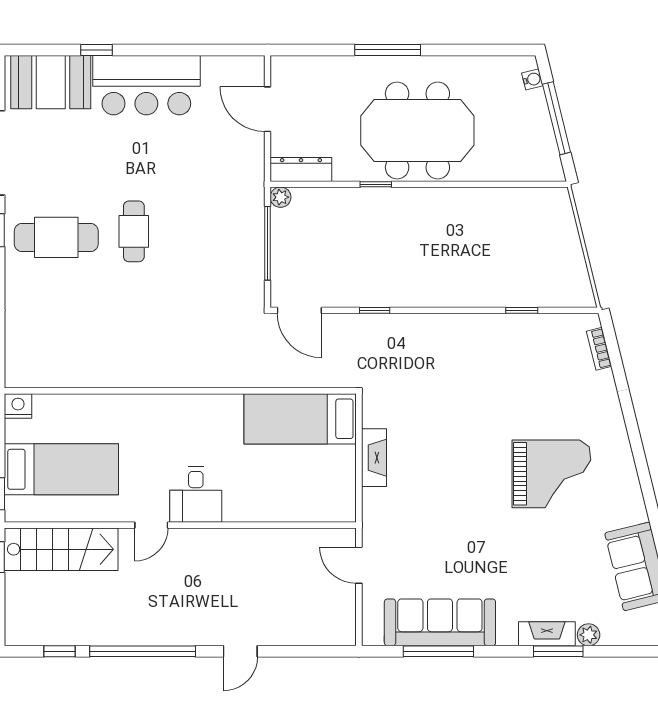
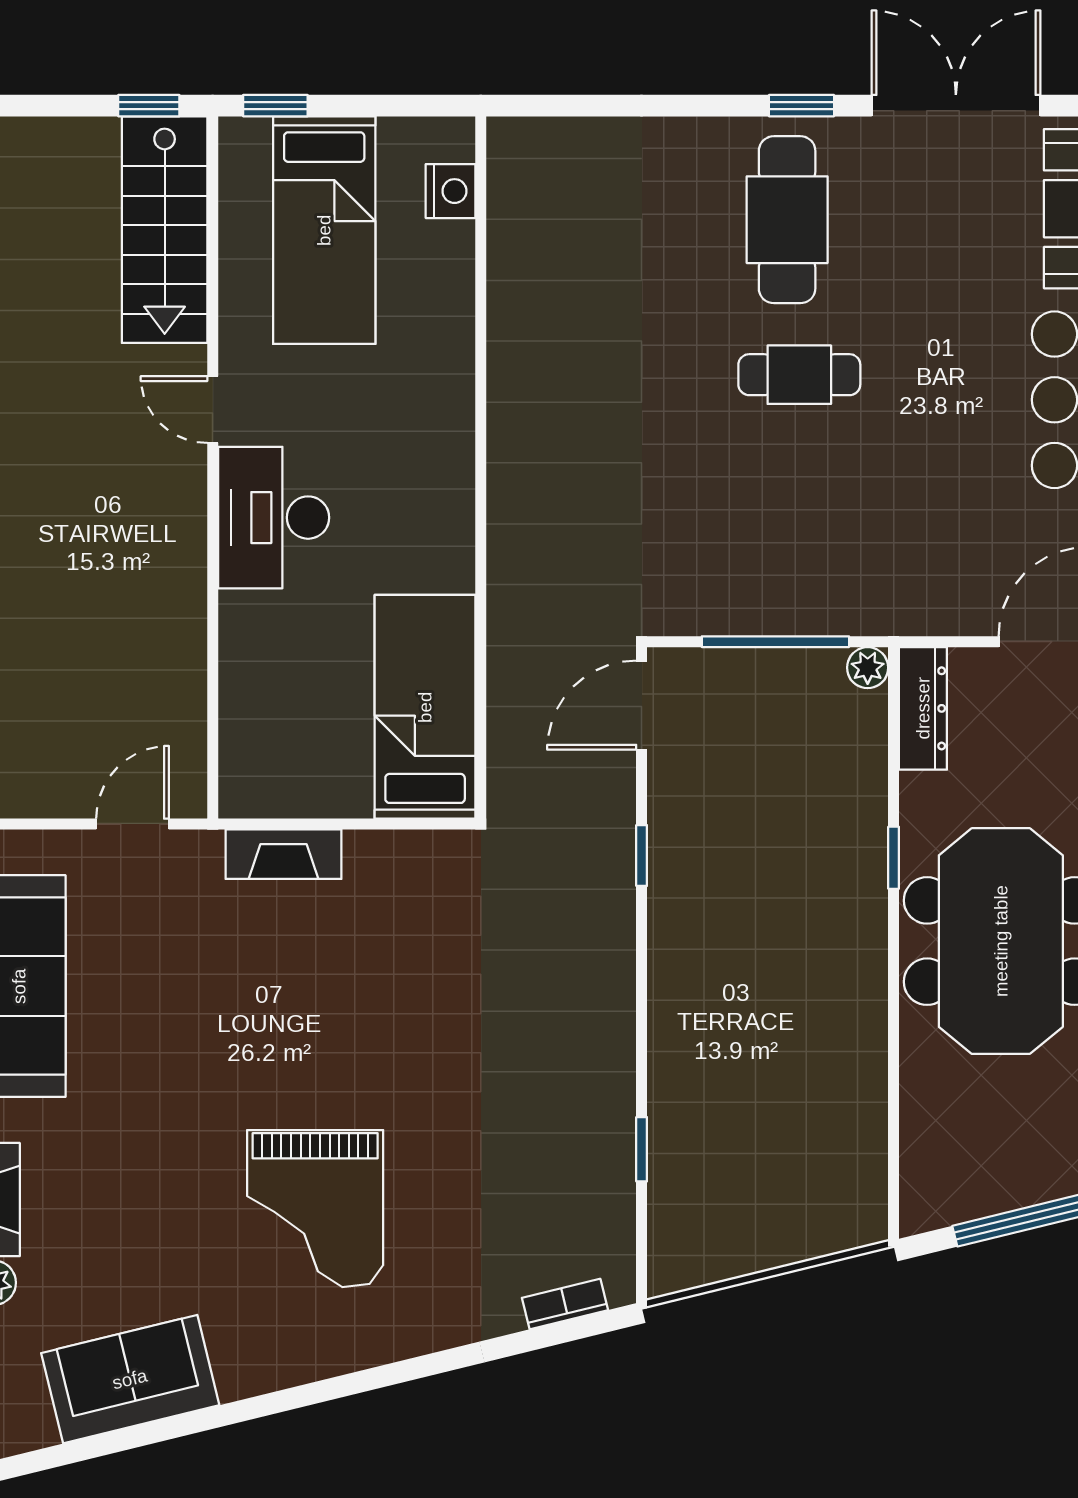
nightstand: (18, 406) -> (451, 191), moved
fireplace: (374, 458) -> (284, 854), moved
desk: (196, 495) -> (274, 518), width x1.37

